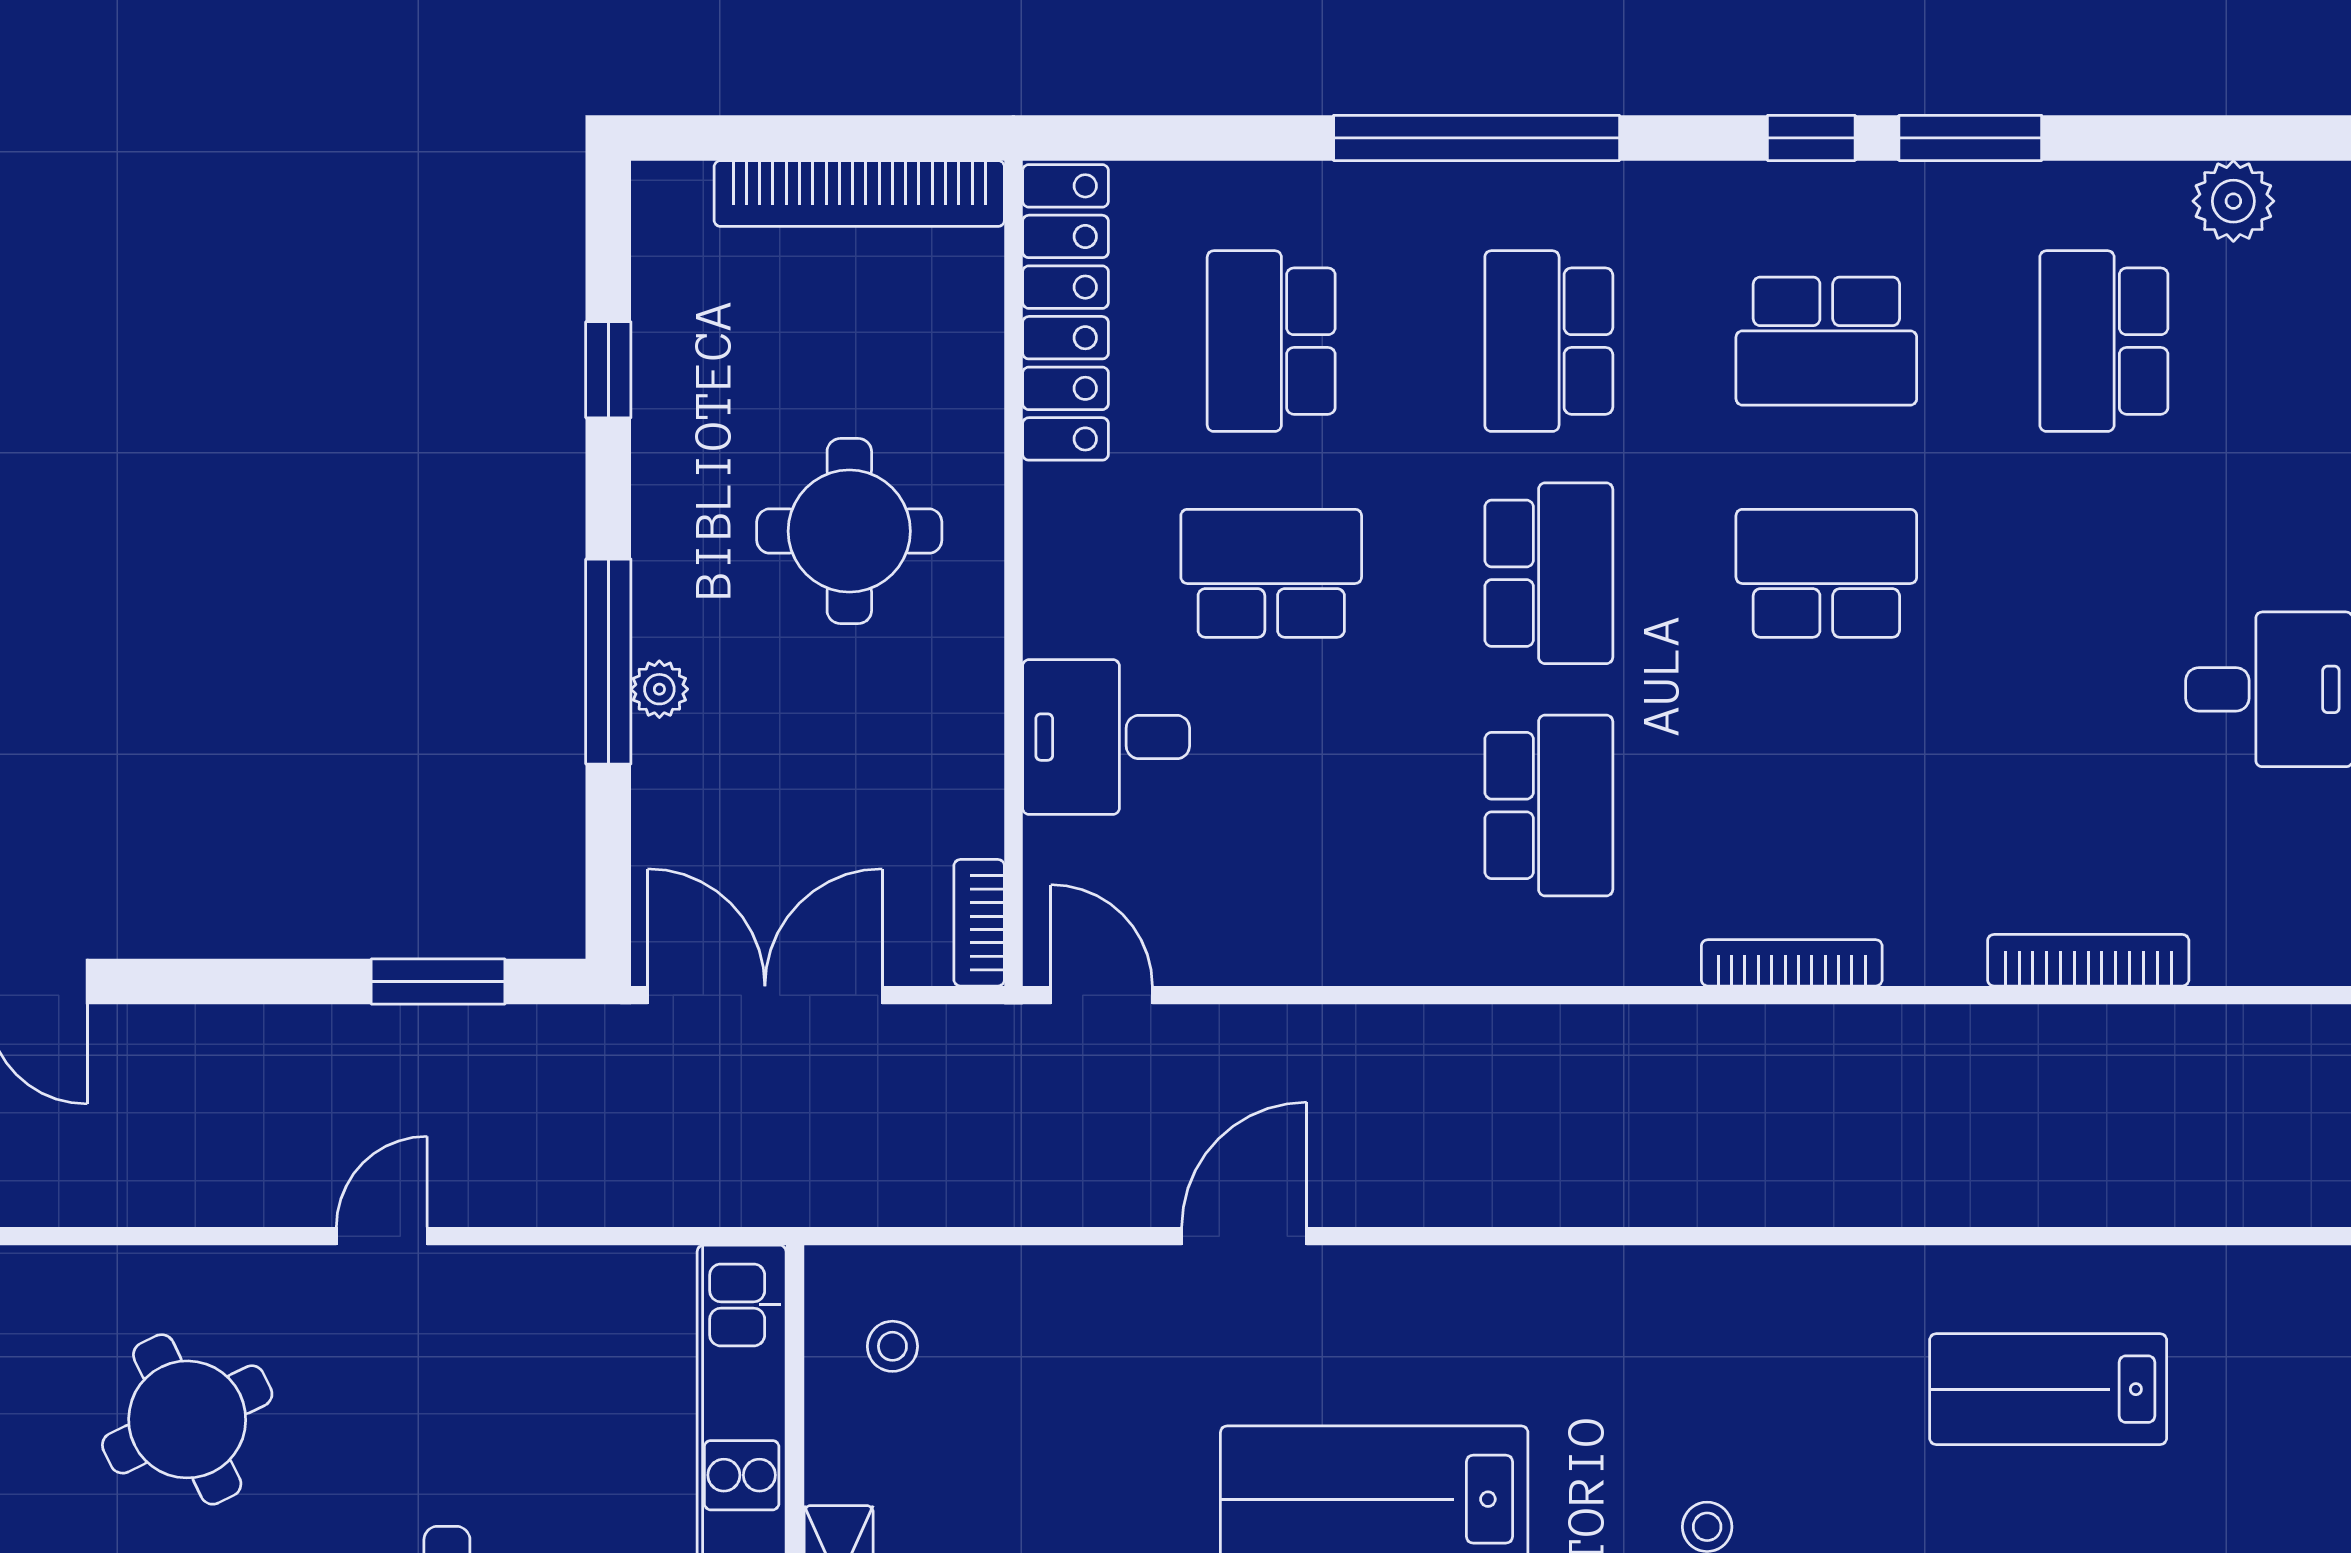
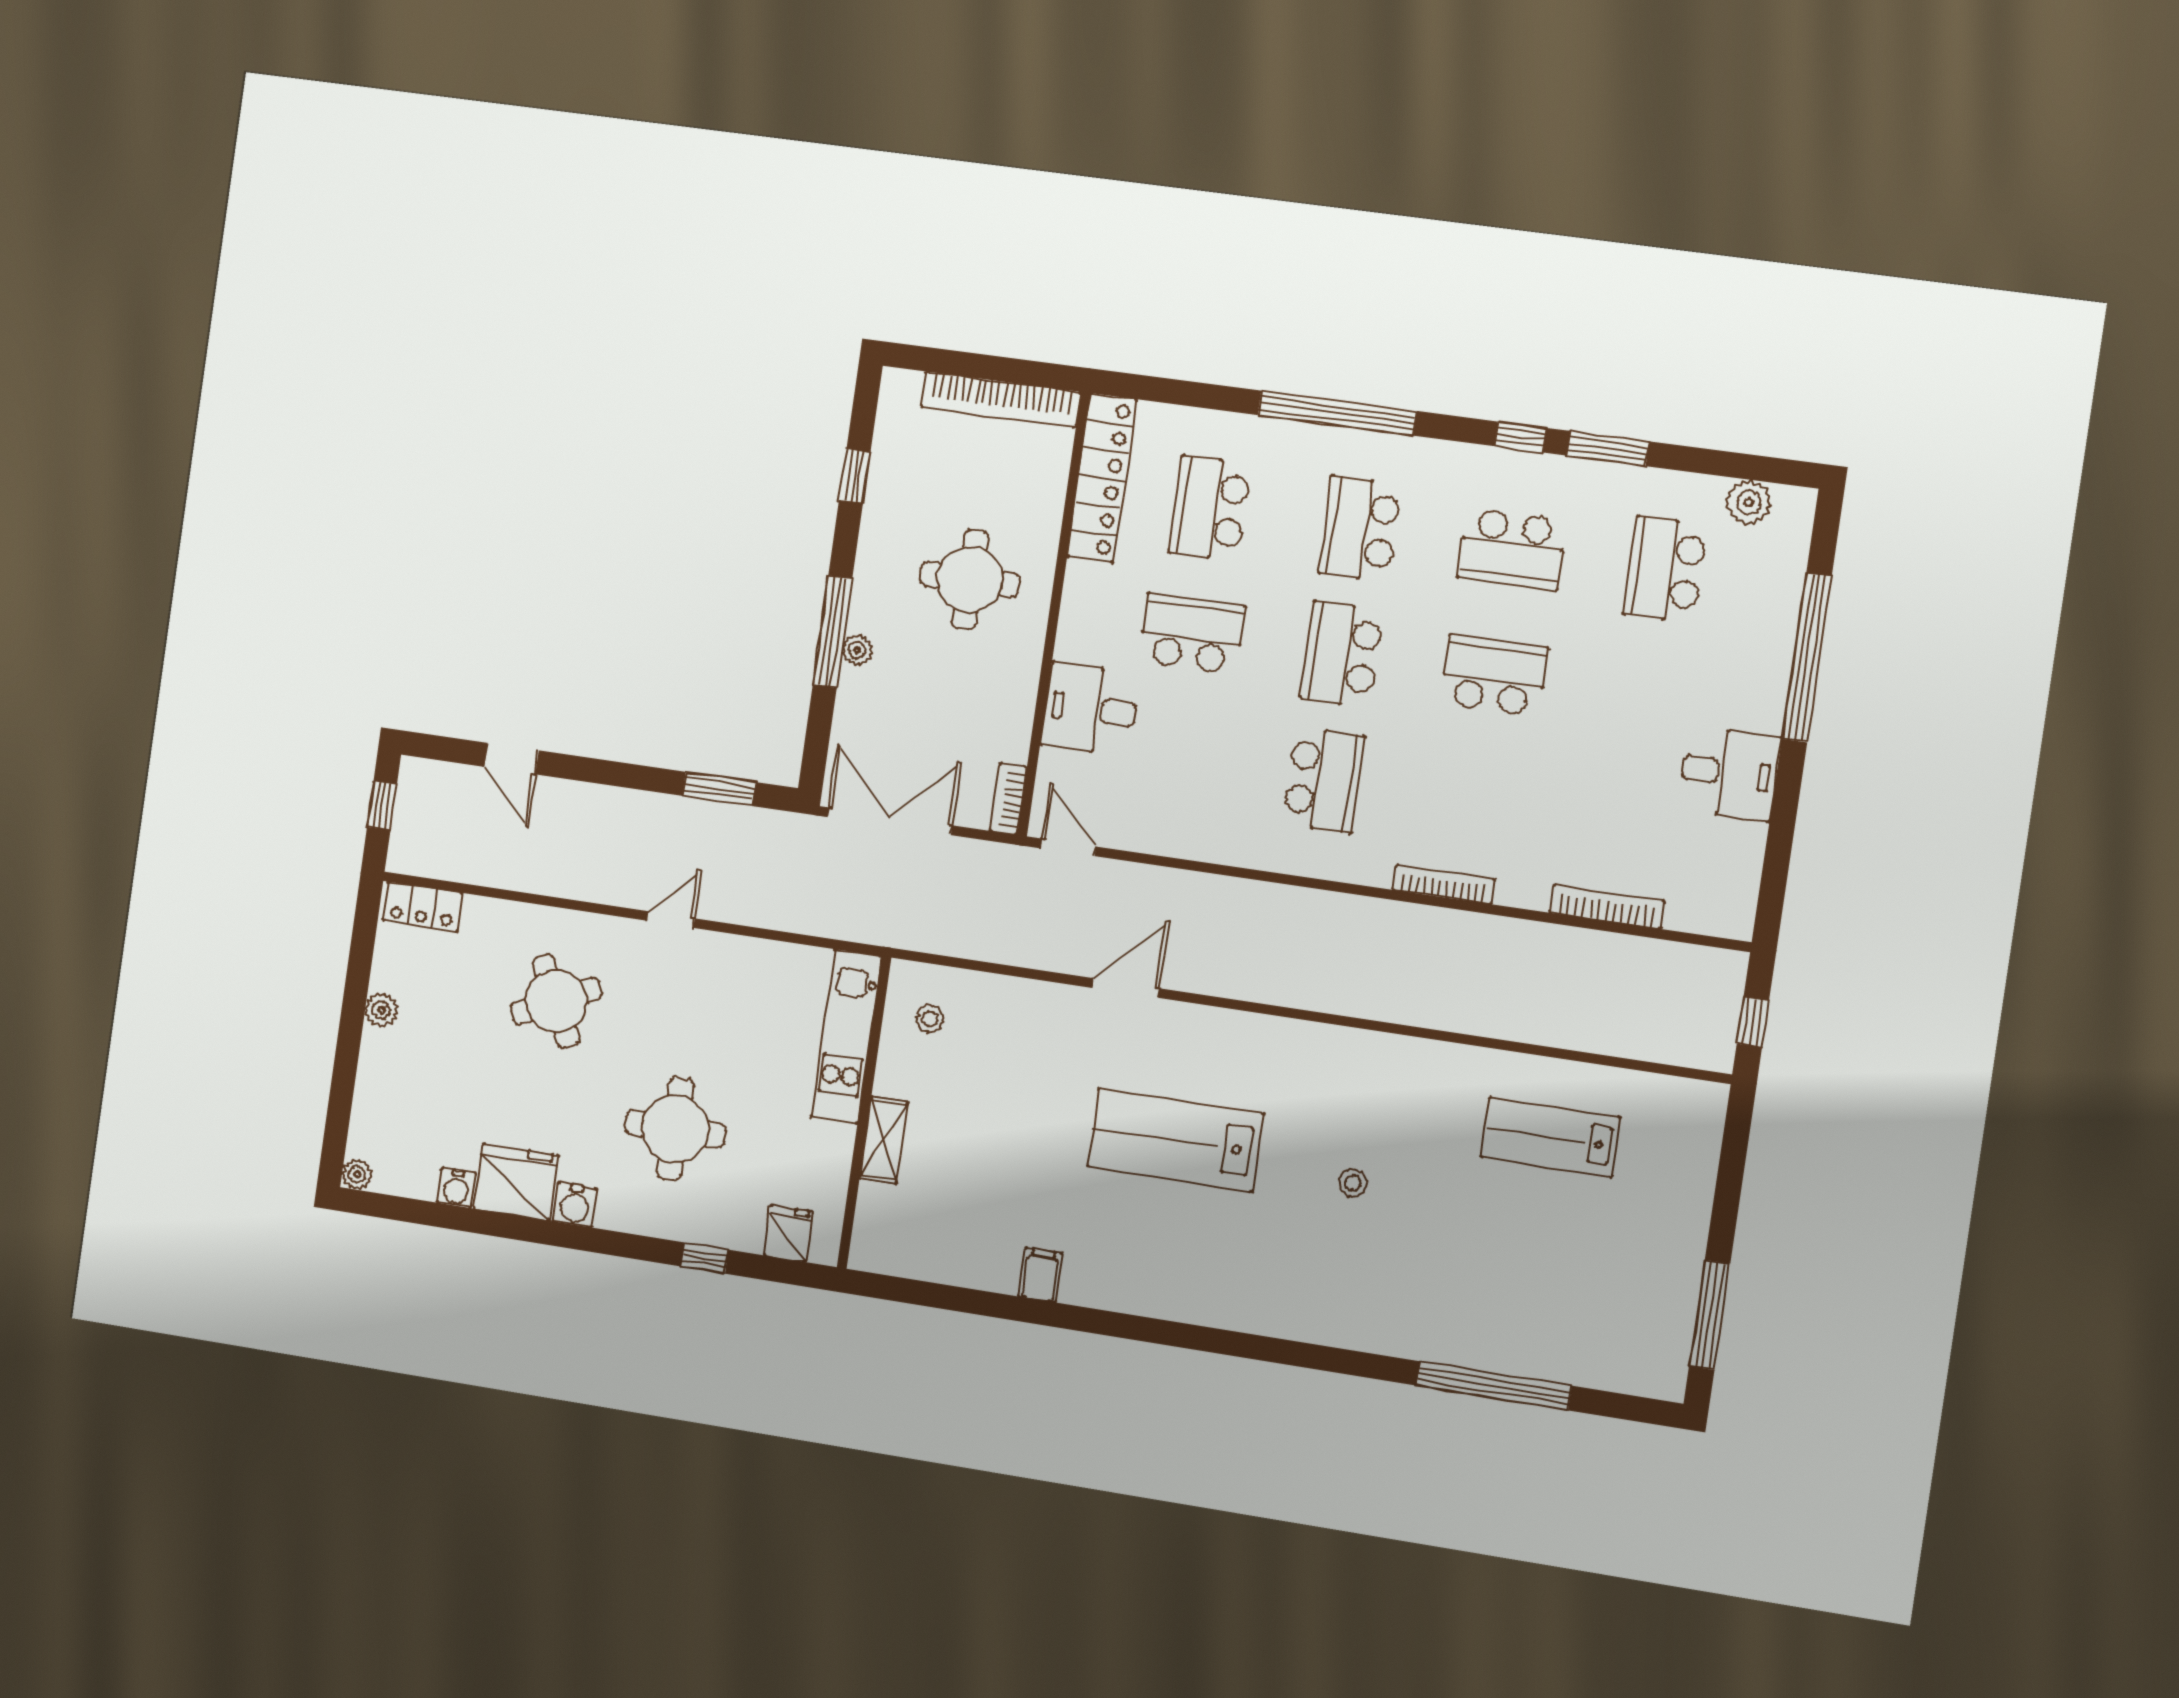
school desk: (1549, 573) -> (1342, 654), turned 180

